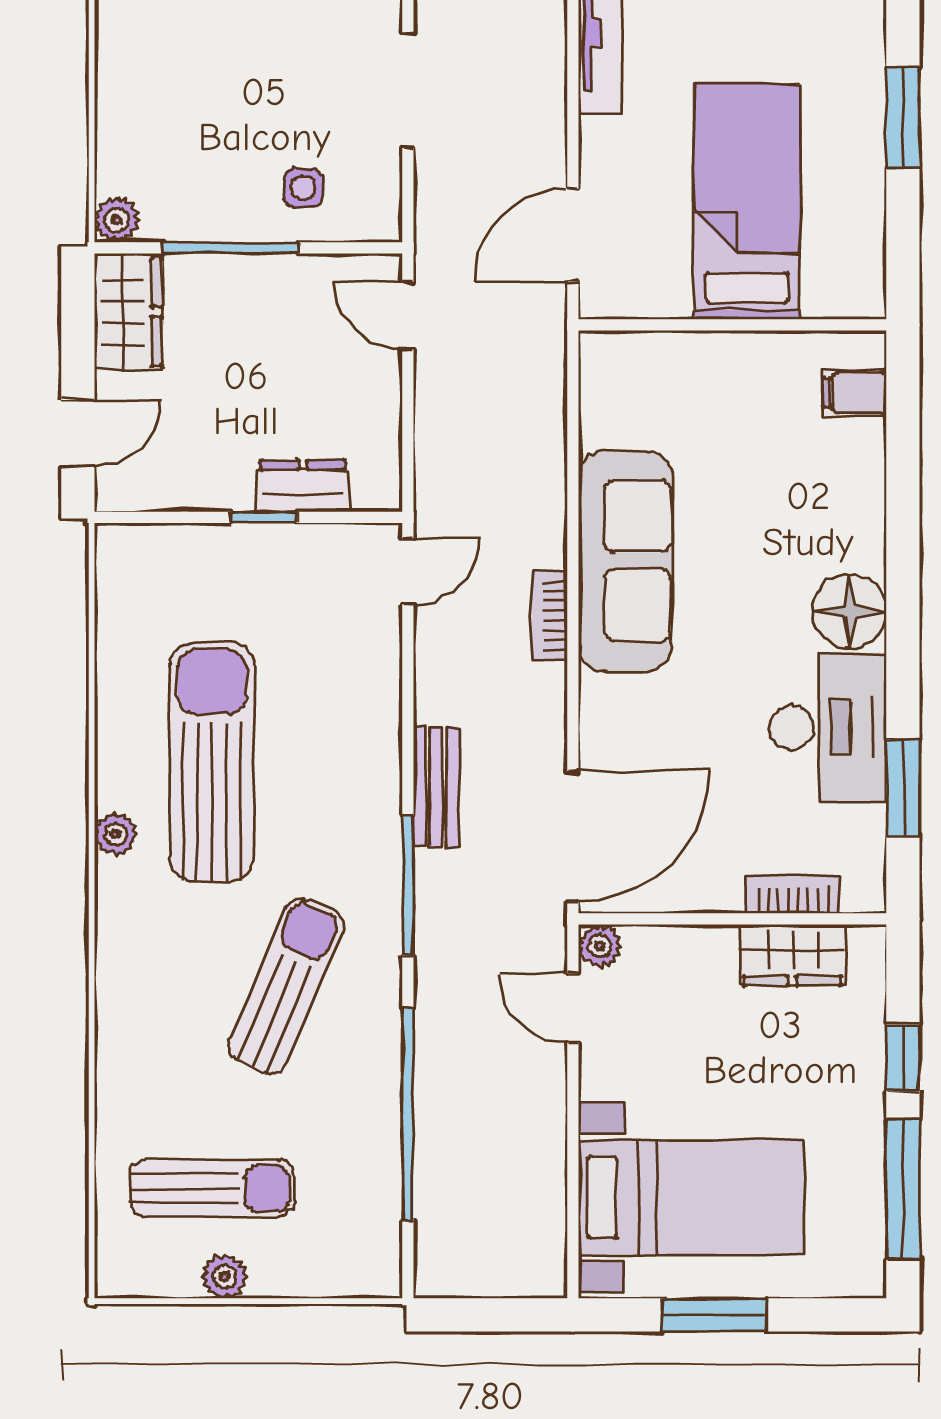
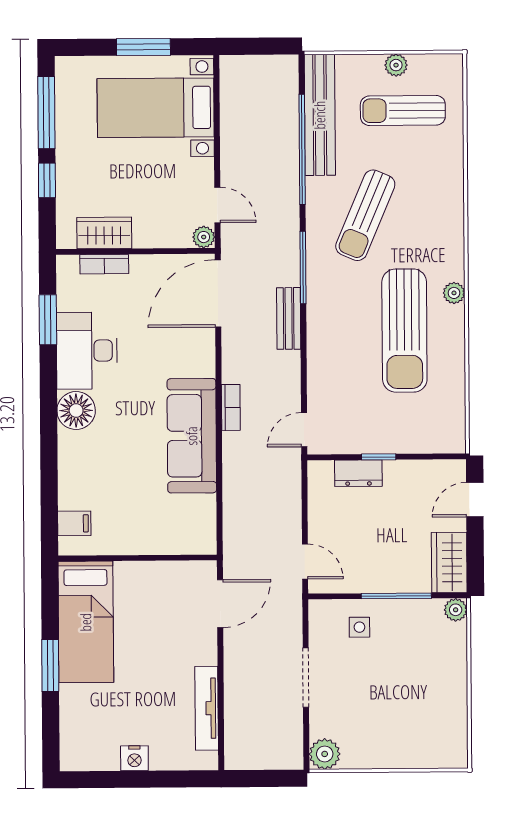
bed: (747, 202) -> (86, 622), moved
bench: (373, 1181) -> (320, 115), added

